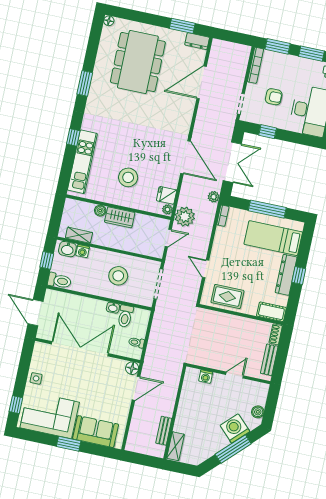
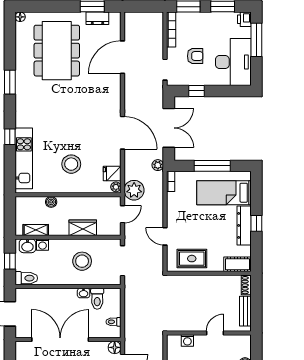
dresser: (197, 41) -> (97, 18), moved
wardrobe: (120, 217) -> (83, 228), moved, turned 180

